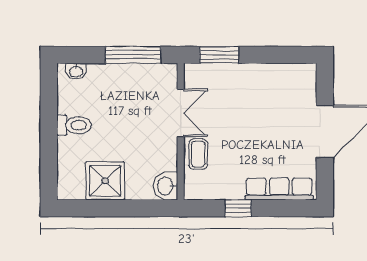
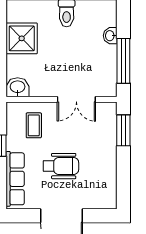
washbasin: (76, 71) -> (110, 36), moved
wheelchair: (263, 132) -> (61, 166), added
coffee table: (198, 154) -> (34, 125), moved, turned 90

